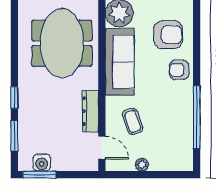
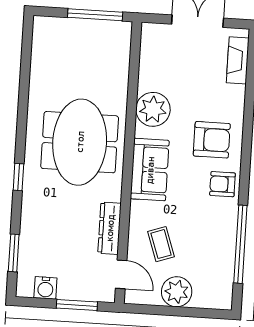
sofa: (120, 62) -> (150, 170), width x0.73
window: (14, 98) -> (18, 177), moved
plant: (142, 165) -> (177, 292), width x1.88, depth x1.88
window: (39, 175) -> (77, 305), moved

